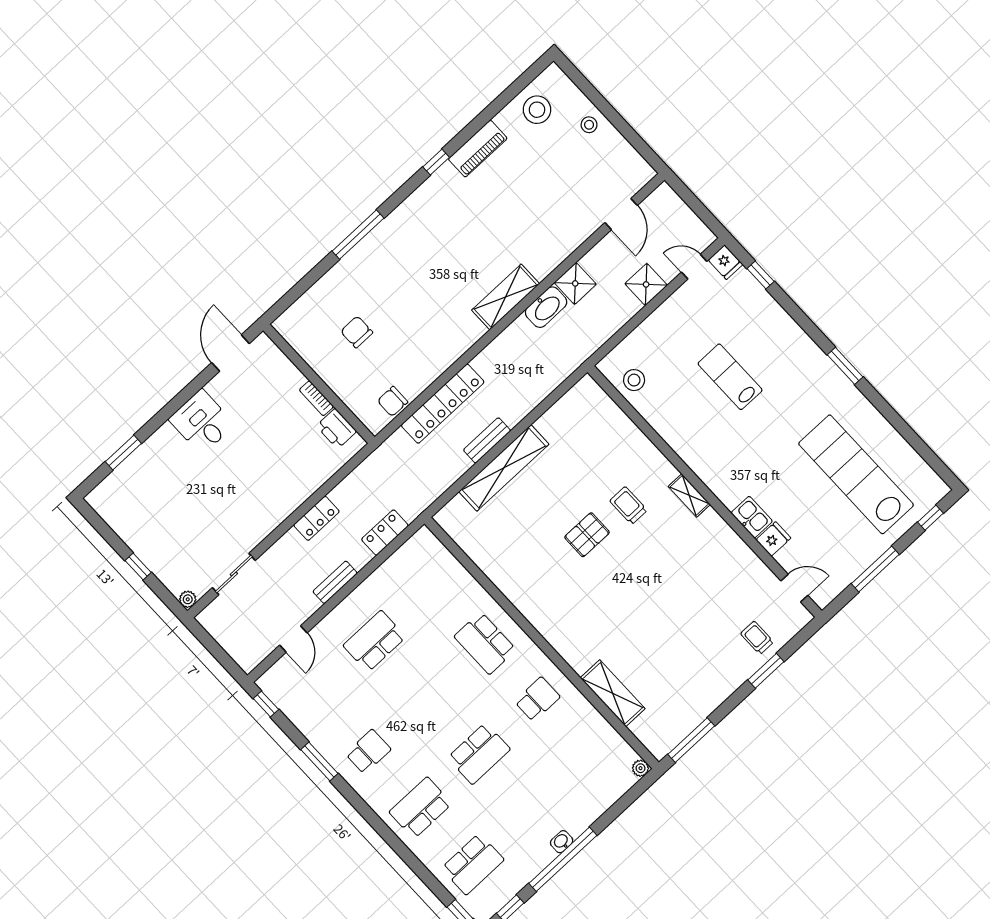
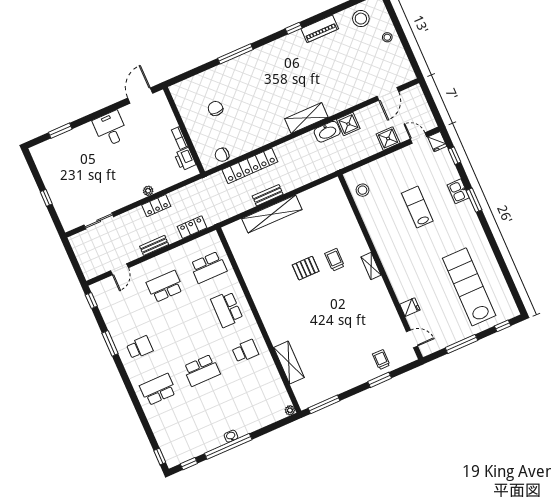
window: (845, 366) -> (474, 200), moved
kitchen sink: (752, 517) -> (458, 191), moved, turned 180
plant: (188, 599) -> (148, 191), moved
school desk: (473, 864) -> (208, 267), moved

